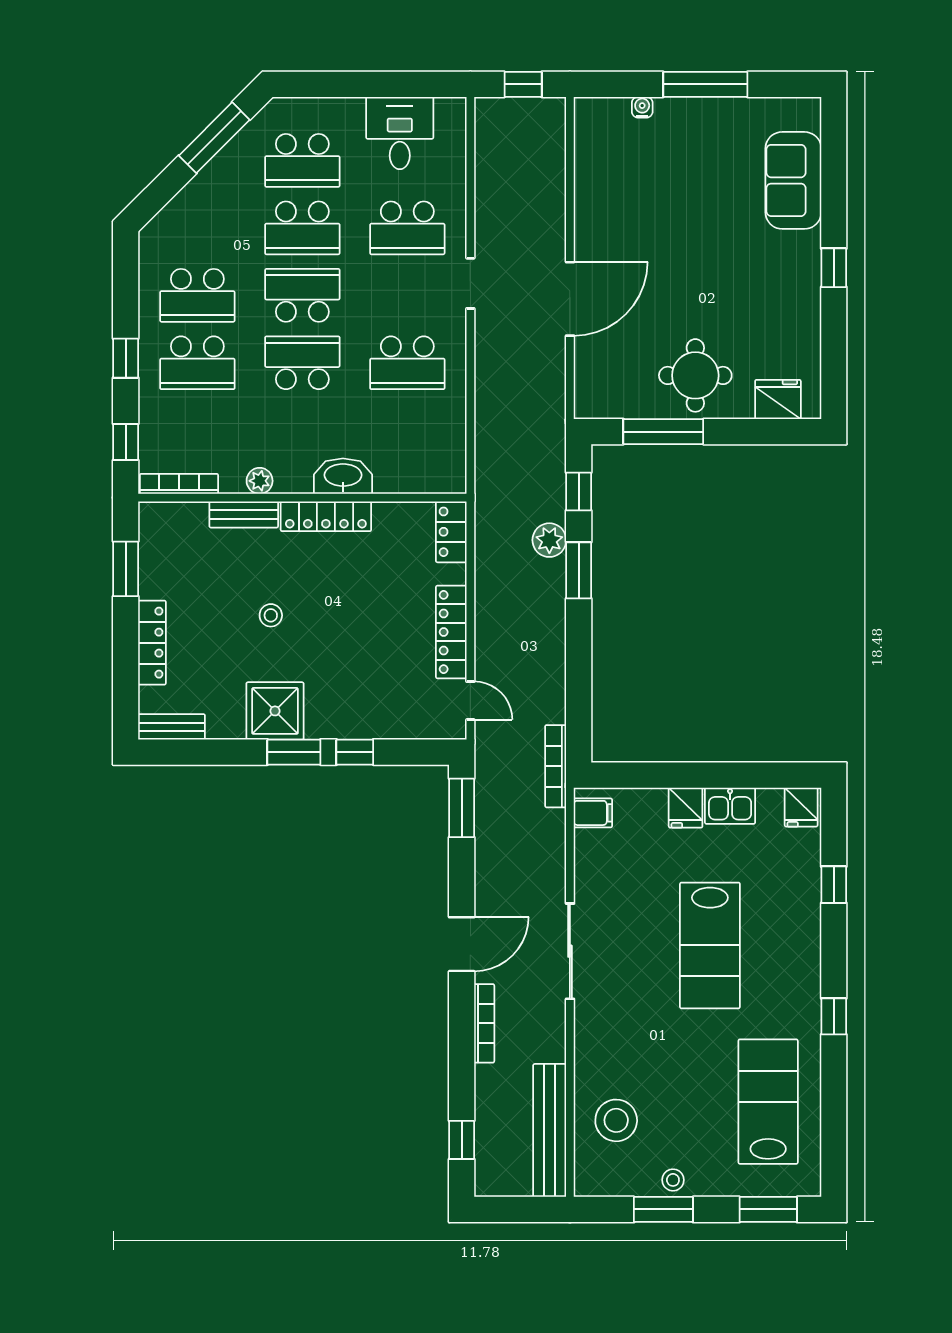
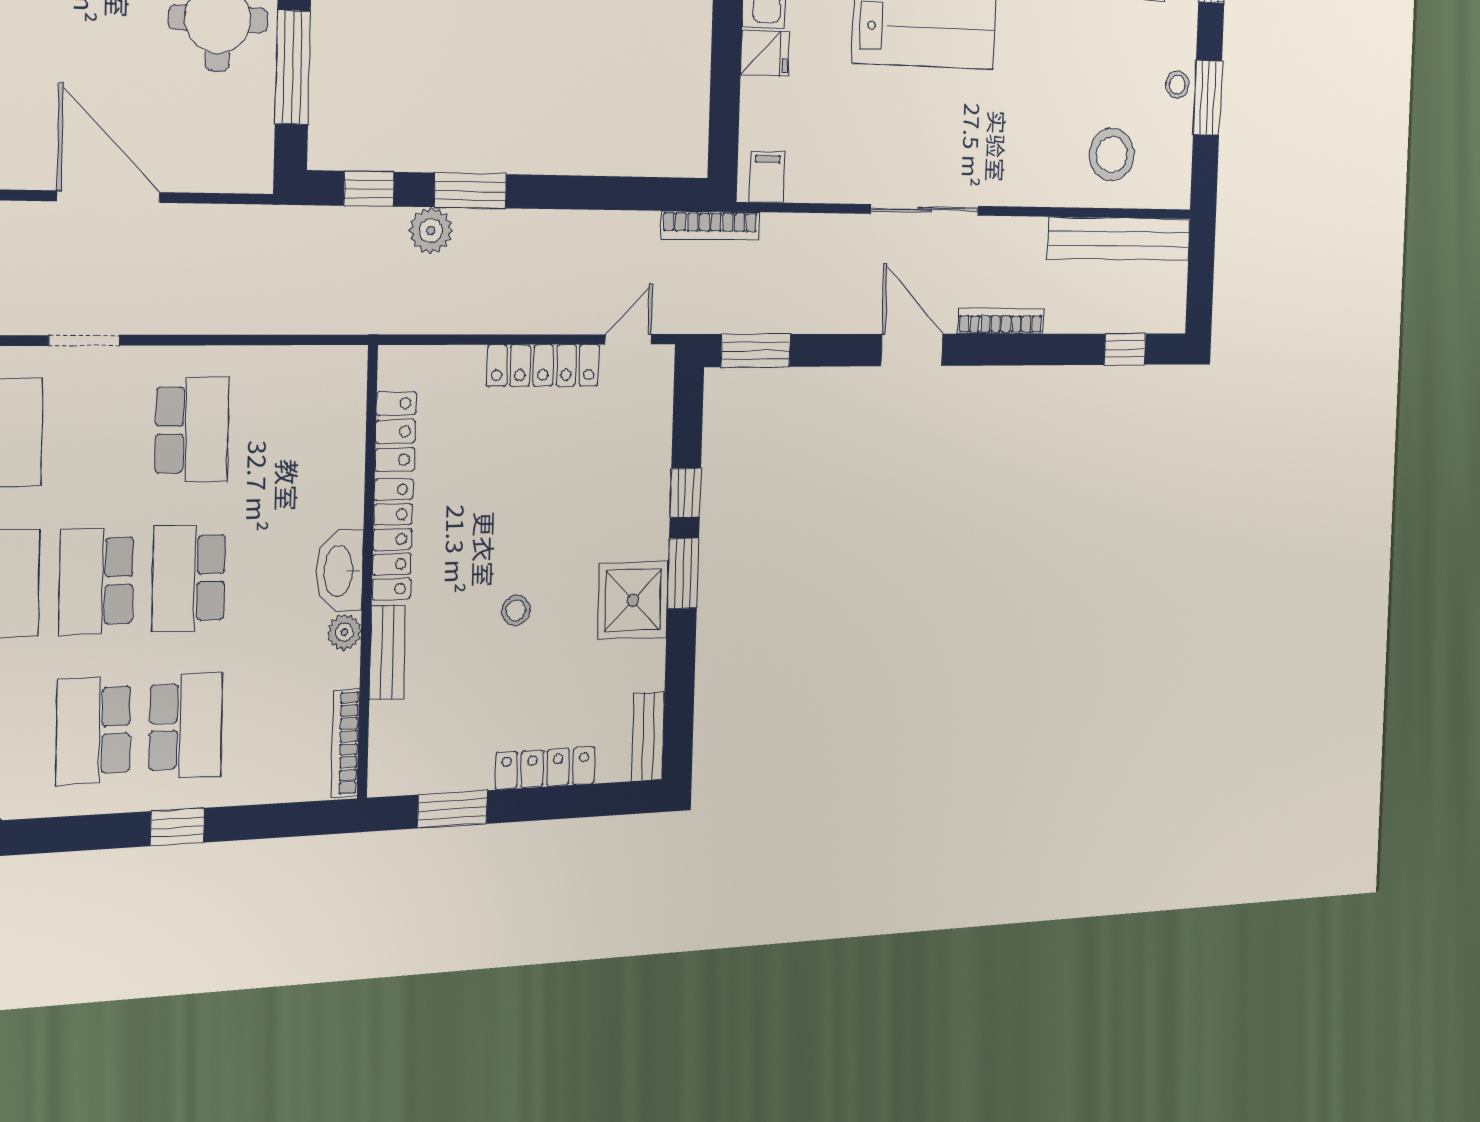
school desk: (197, 295) -> (93, 731), turned 180
window: (126, 442) -> (289, 820), removed
washbasin: (343, 476) -> (340, 571), moved
locker: (451, 532) -> (396, 432), moved, turned -90

